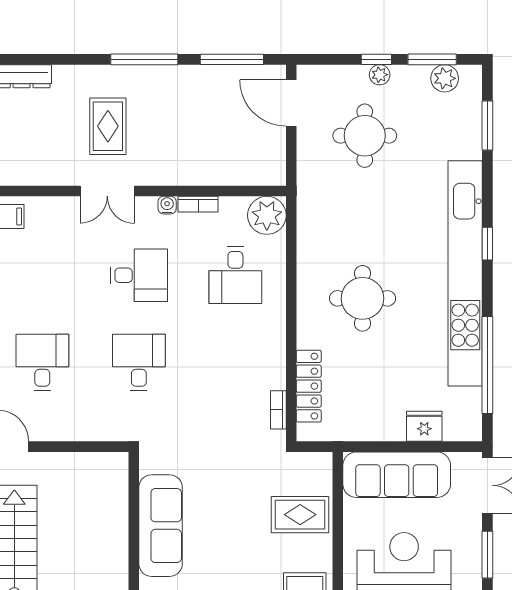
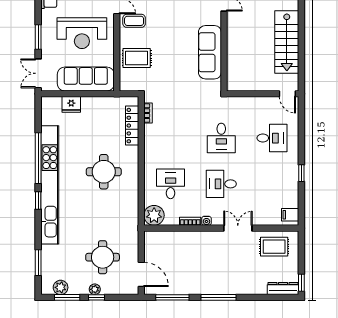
rug: (108, 126) -> (274, 247), moved, turned 90
desk: (42, 362) -> (272, 138), turned -90
window: (487, 365) -> (38, 158), moved

